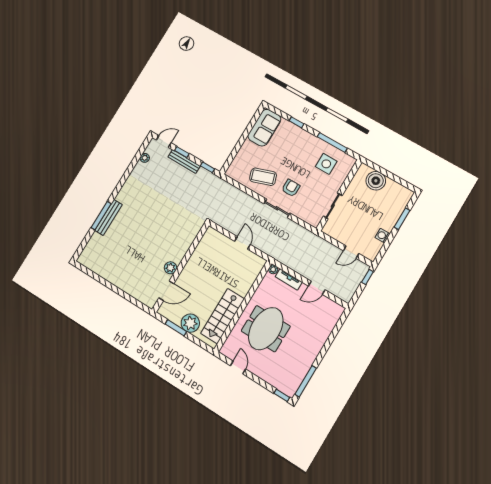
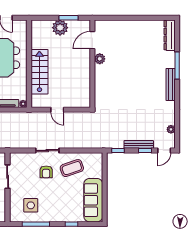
sofa: (264, 128) -> (93, 200), width x1.36
bench: (108, 217) -> (171, 84), moved
dresser: (90, 249) -> (170, 35), added
stairs: (223, 316) -> (39, 72), moved

